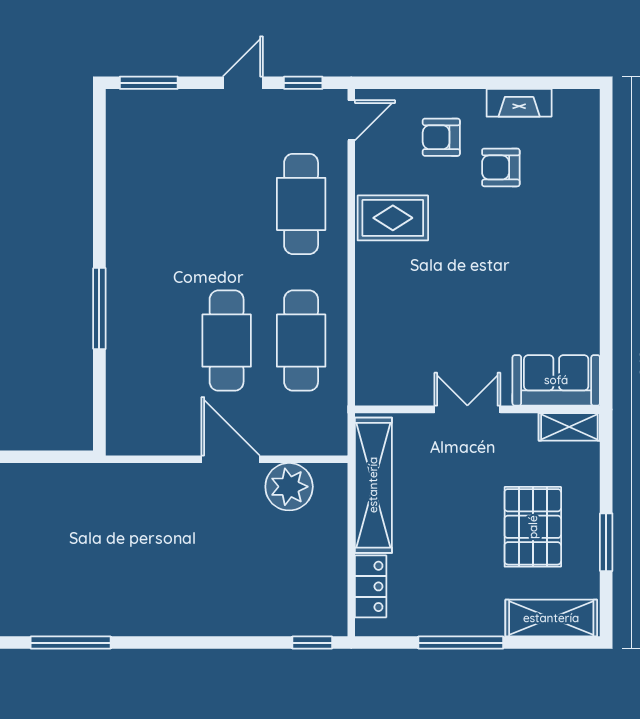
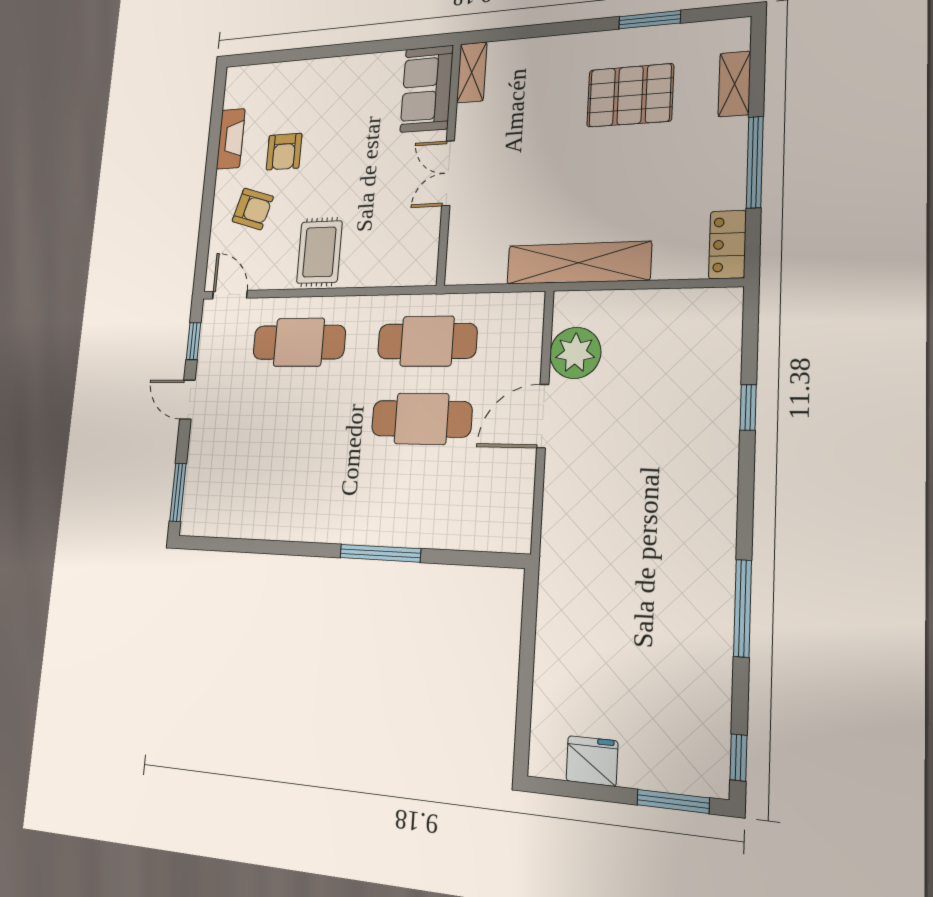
armchair: (441, 137) -> (253, 209), turned -73
sofa: (556, 380) -> (427, 89), moved
double door: (467, 409) -> (448, 173), moved
wall: (477, 409) -> (449, 163), moved
shelving: (569, 427) -> (472, 72), moved
locker: (371, 586) -> (727, 245), moved, turned -90
shelving: (551, 618) -> (734, 84), width x0.67, depth x0.75
window: (312, 643) -> (748, 407), moved

